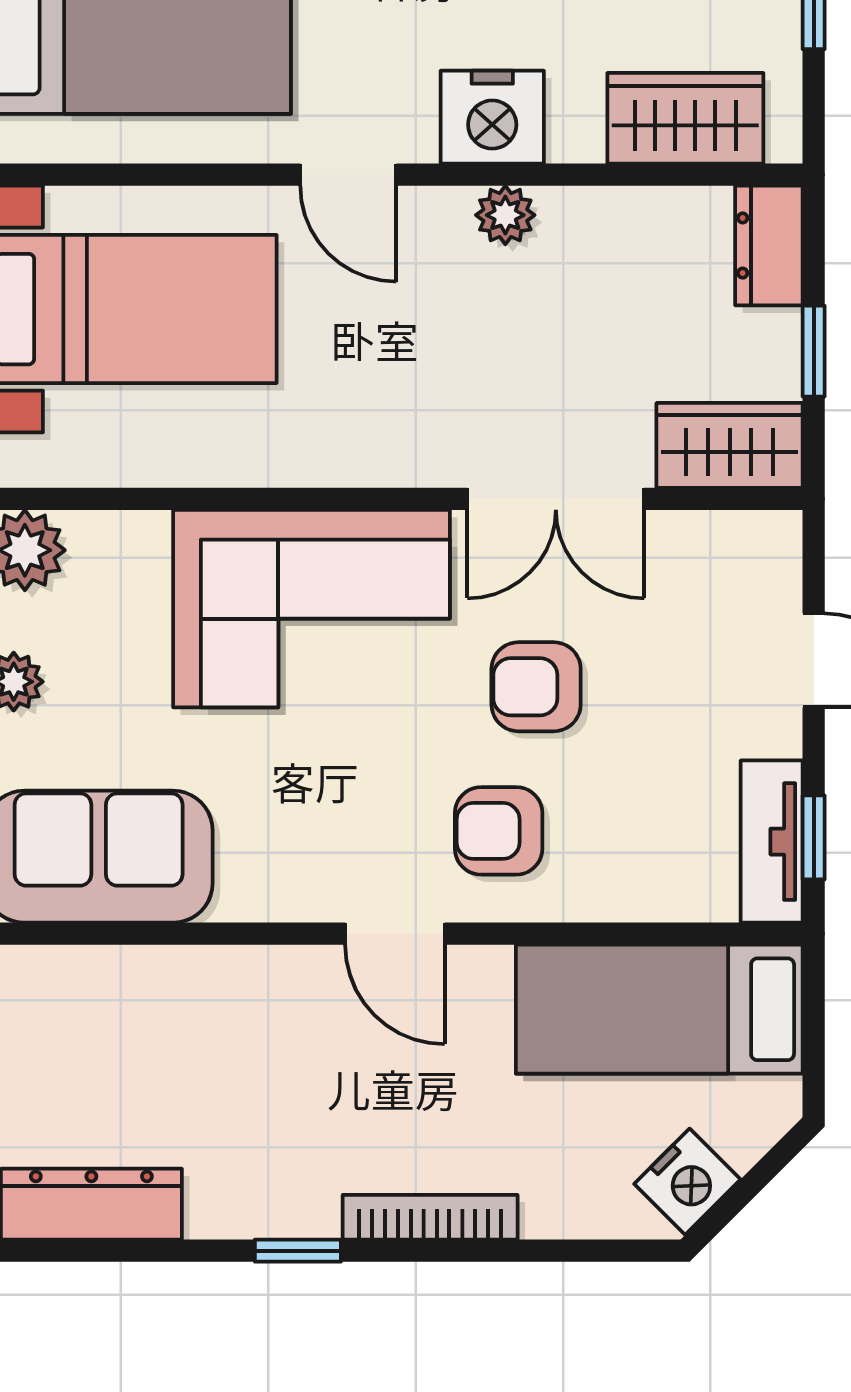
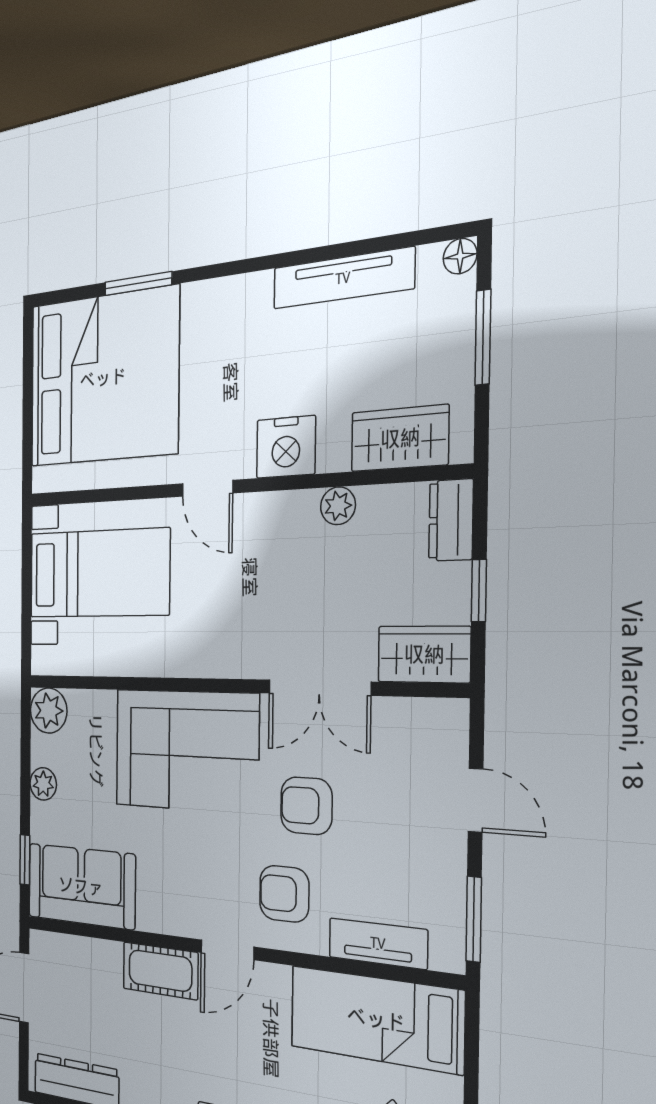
plant: (505, 215) -> (338, 506), moved
window: (814, 837) -> (474, 919), width x1.50
tv unit: (772, 842) -> (378, 943), moved, turned 90
door: (395, 934) -> (227, 950), hinge flipped
cot: (265, 985) -> (160, 971), added

